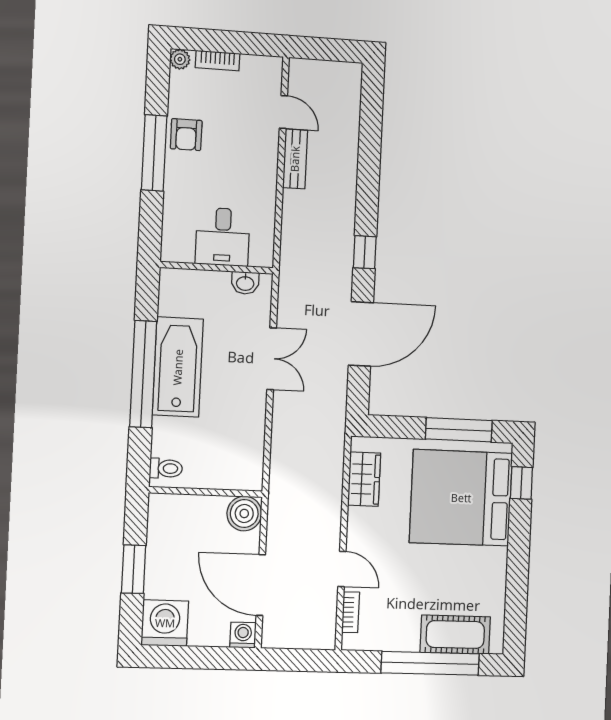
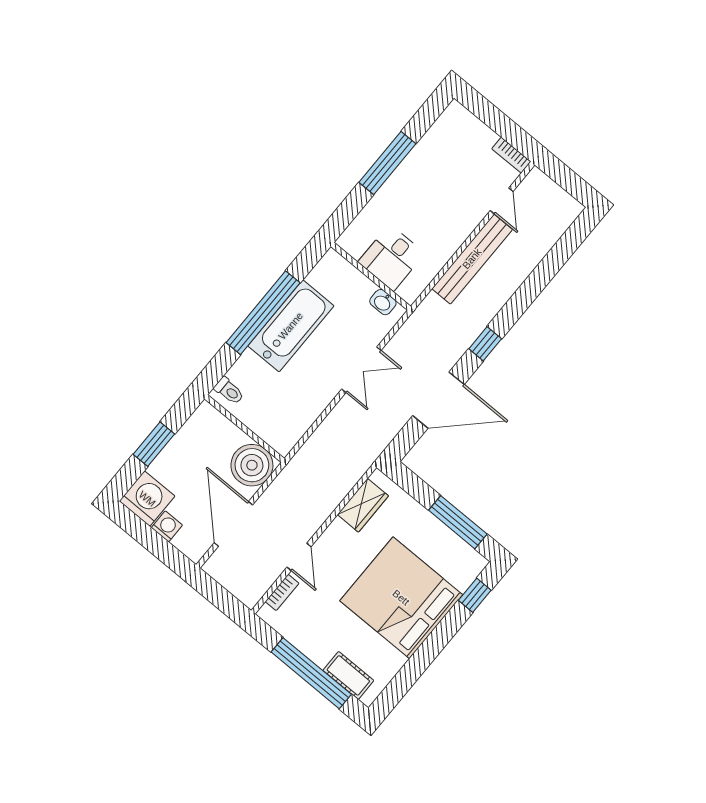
plant: (180, 59) -> (455, 110), removed
bookcase: (218, 61) -> (511, 155), moved
armchair: (186, 135) -> (420, 167), removed
bench: (295, 159) -> (472, 259), width x1.86, depth x1.21
bed: (461, 498) -> (401, 598), moved
boiler: (244, 513) -> (252, 465), width x1.37, depth x1.37
washing machine: (243, 635) -> (167, 526), moved
cot: (455, 635) -> (348, 675), width x0.73, depth x0.75

